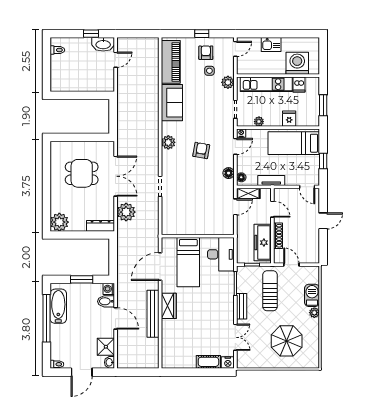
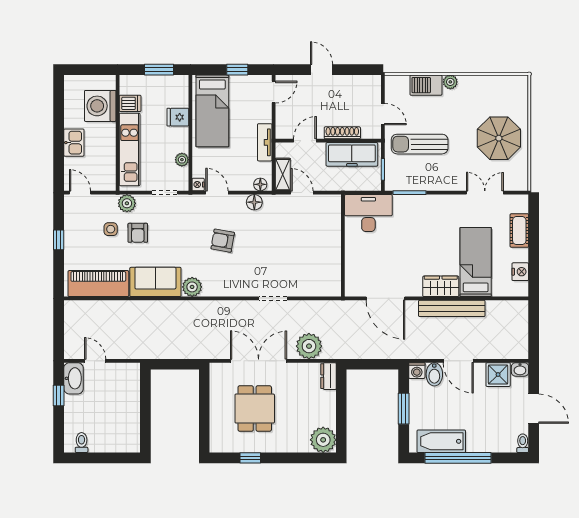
armchair: (206, 53) -> (138, 233), moved, turned -90
plant: (168, 142) -> (192, 287), moved
window: (46, 170) -> (250, 458), added
dresser: (101, 226) -> (328, 376), width x0.70
bed: (188, 262) -> (476, 262), moved, turned -90
door: (291, 265) -> (383, 114), swing flipped
bench: (242, 306) -> (441, 184), removed
door: (116, 318) -> (458, 361), swing flipped
parasol: (287, 341) -> (499, 138), moved
nightstand: (228, 362) -> (520, 272), moved

